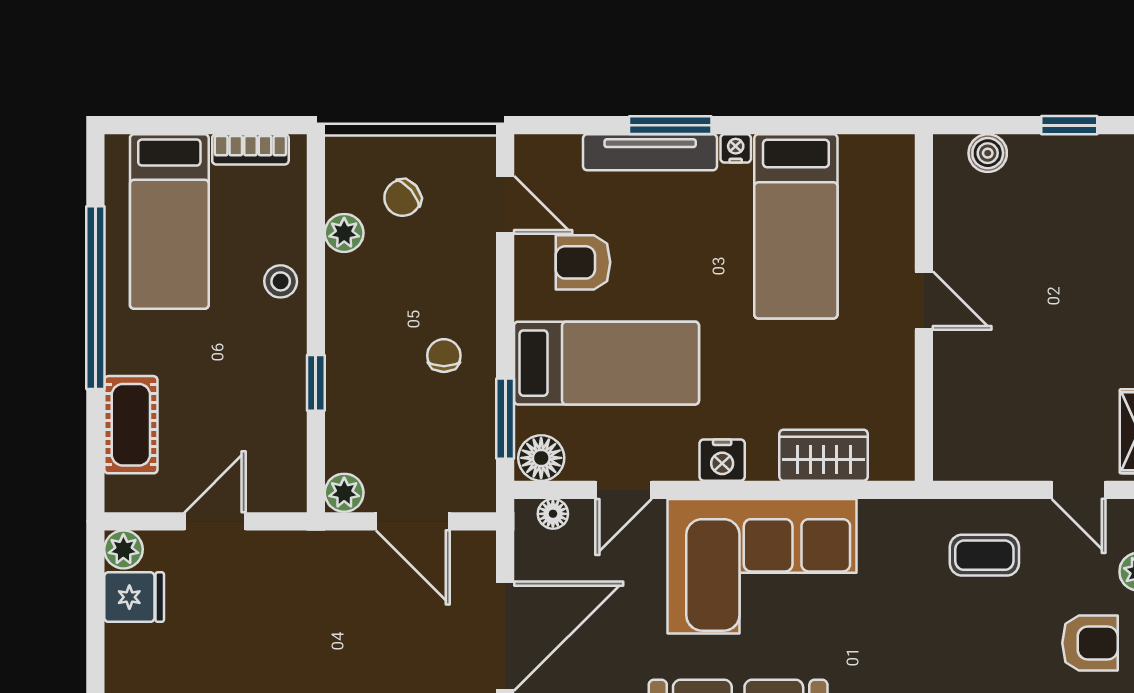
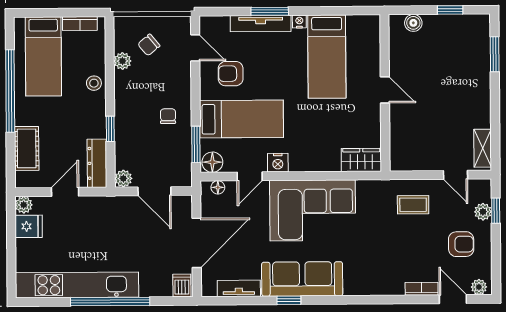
wardrobe: (824, 455) -> (361, 160), moved
dresser: (286, 459) -> (97, 163), added
nightstand: (722, 460) -> (278, 163), moved

